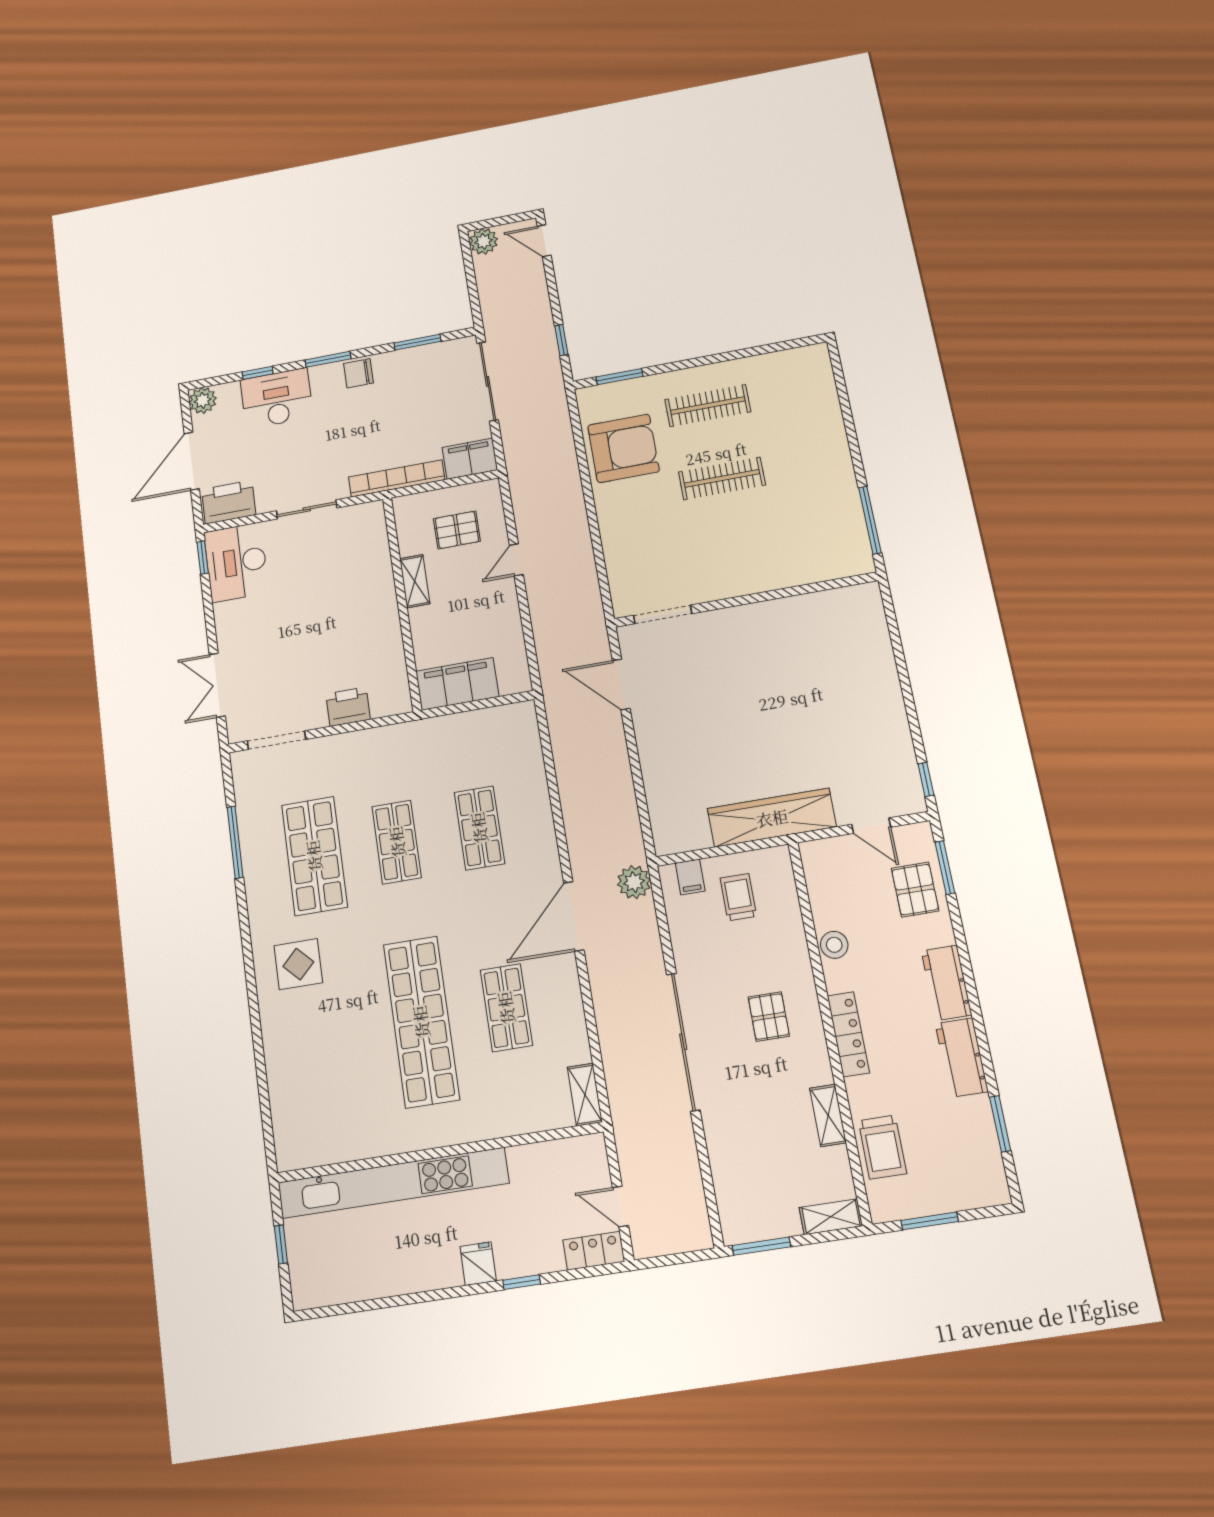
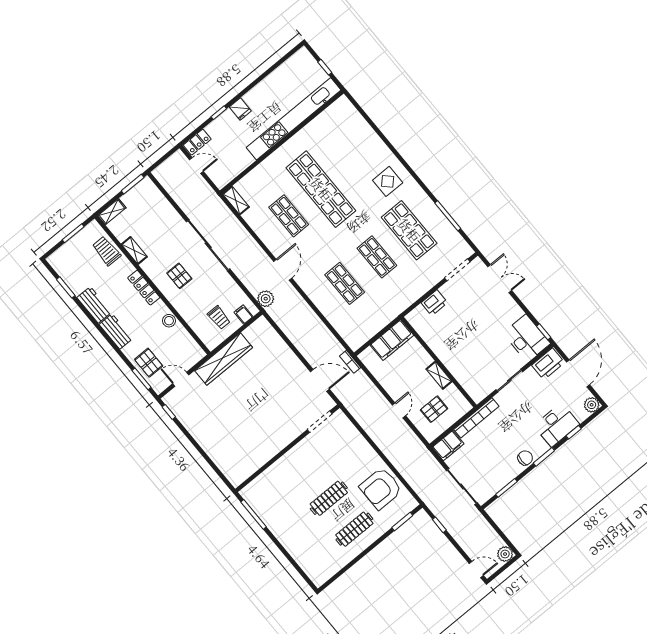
bookcase: (550, 687) -> (350, 362), added
door: (574, 916) -> (283, 270), width x0.73

